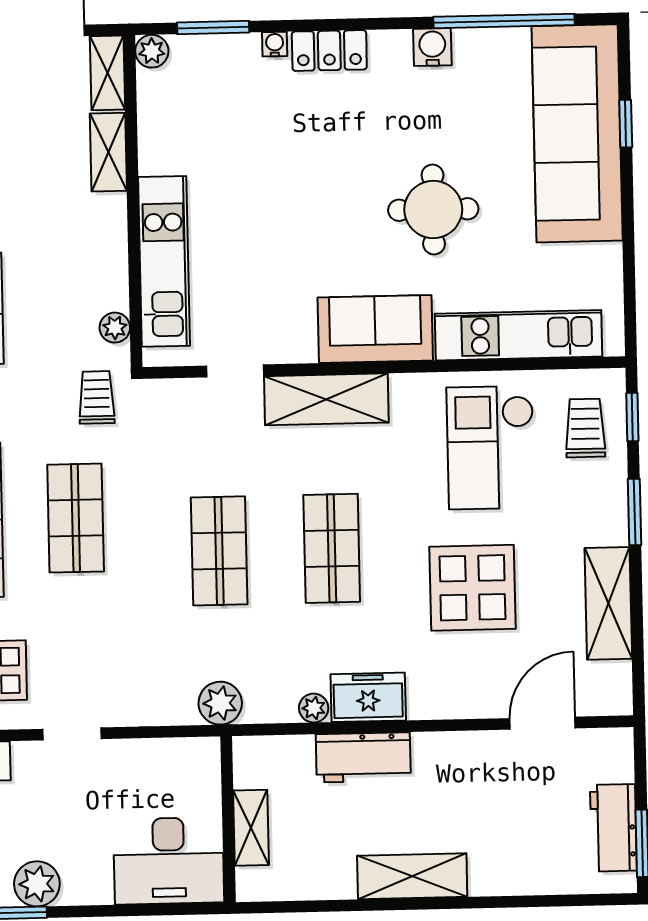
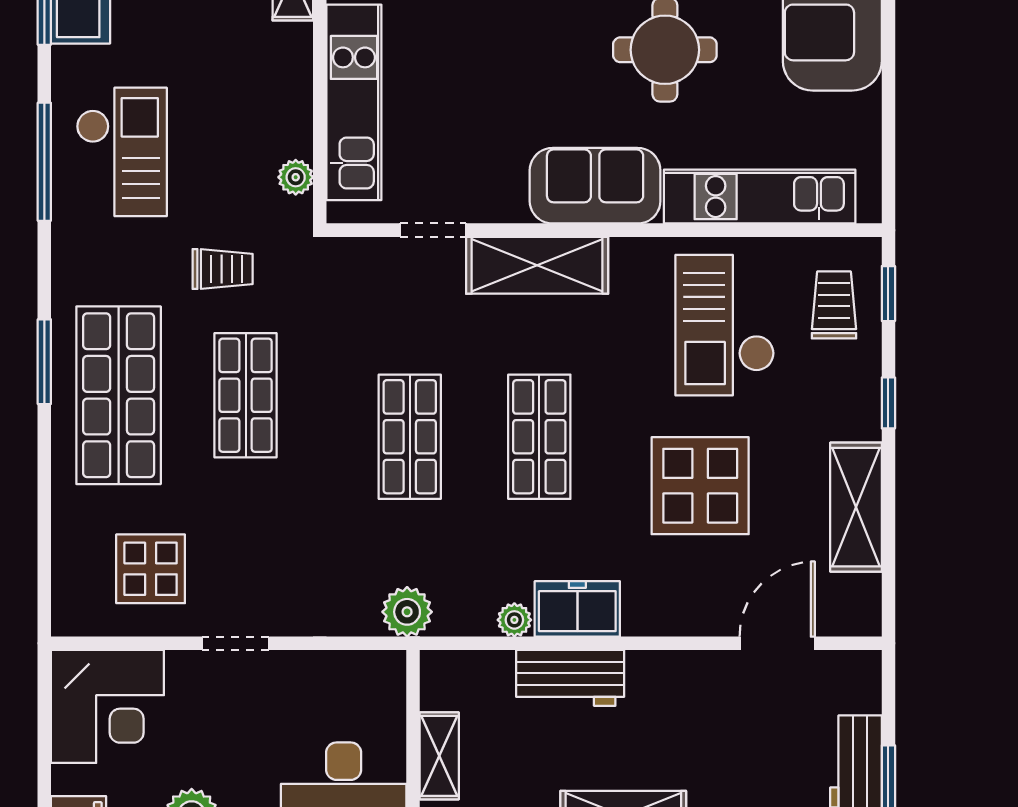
trolley: (97, 397) -> (223, 269), moved, turned 90
window: (634, 512) -> (888, 403), width x0.67

